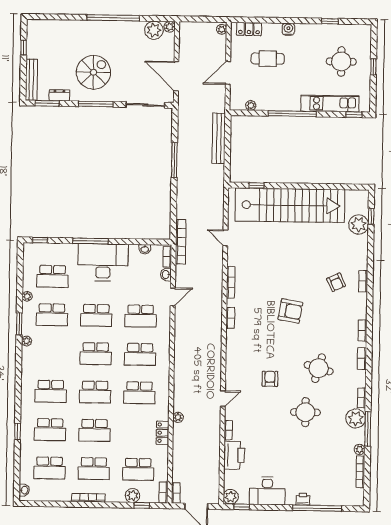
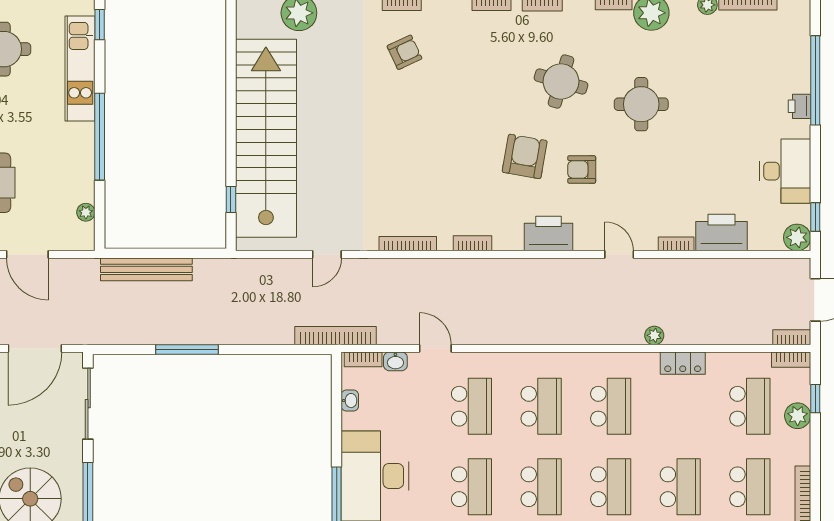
armchair: (290, 311) -> (525, 156), moved
printer: (235, 360) -> (548, 234), added

